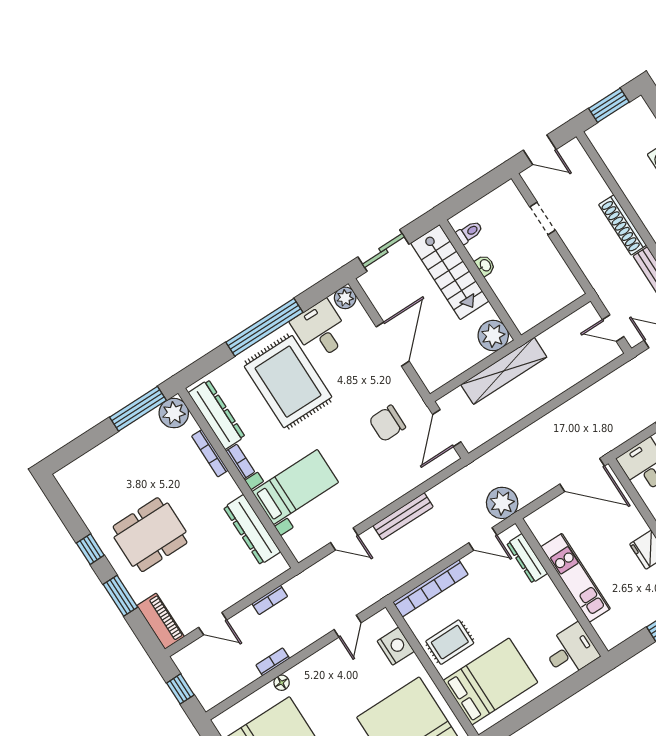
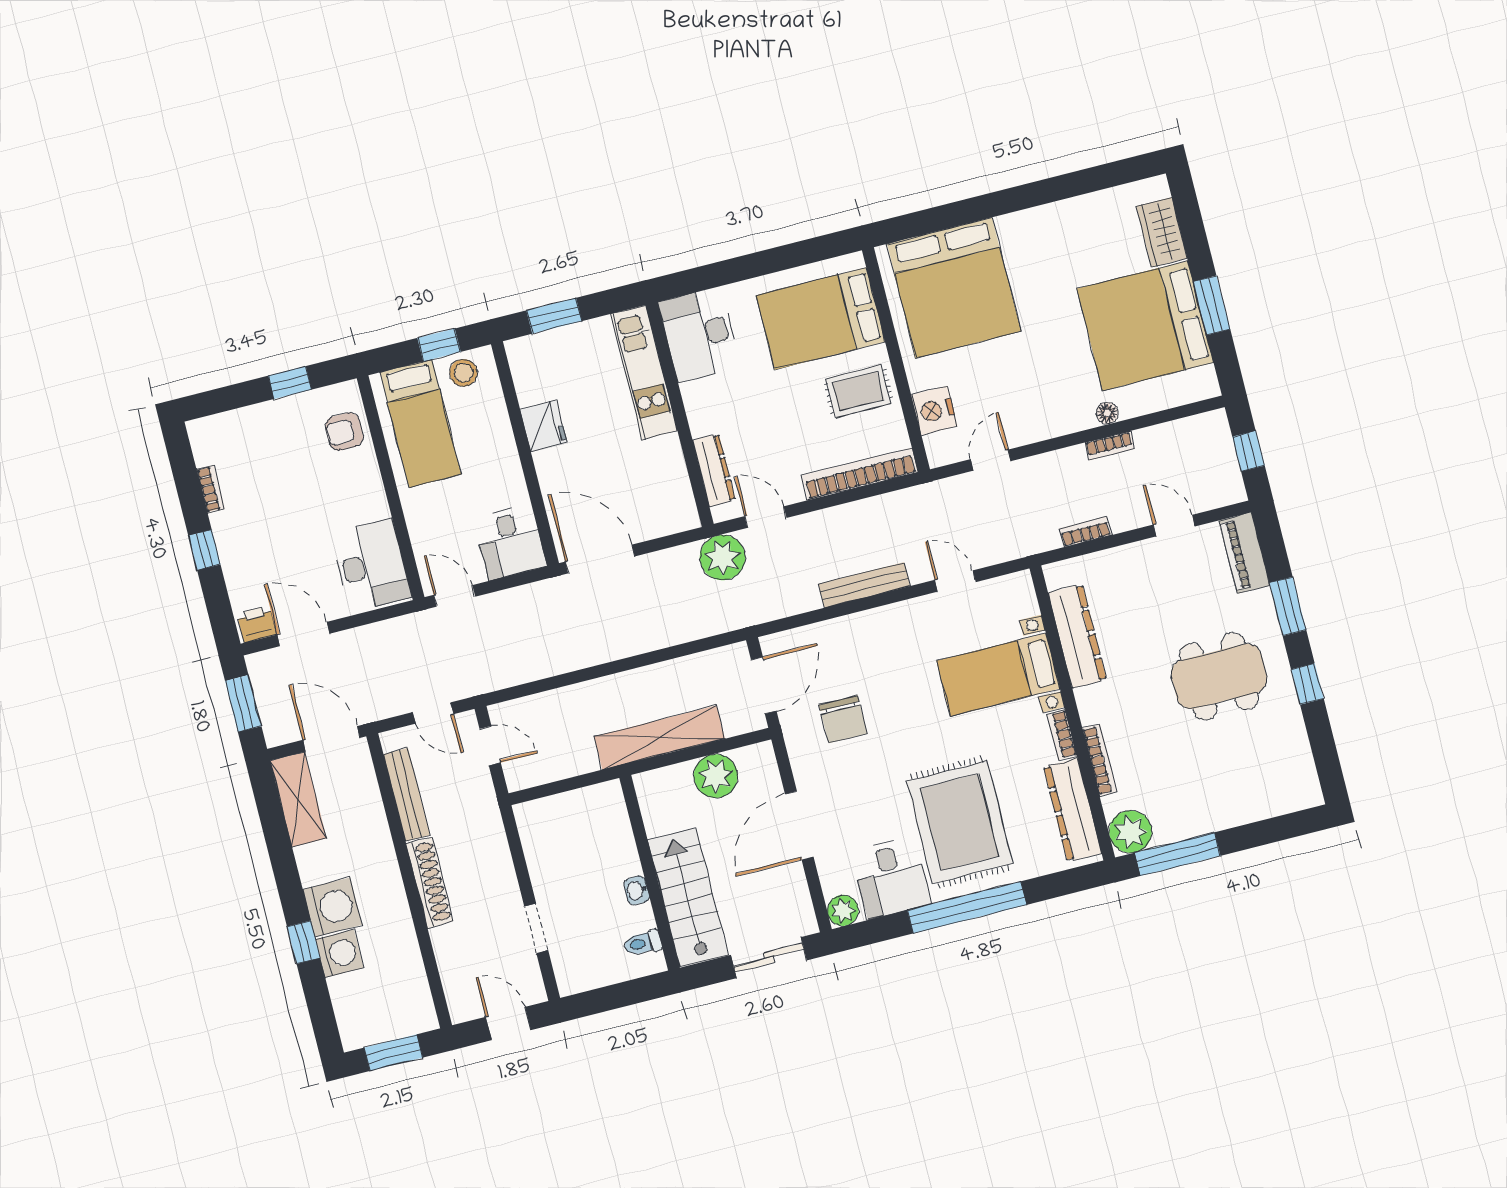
plant: (493, 336) -> (716, 776), moved
chair: (387, 423) -> (843, 719), turned 90
kitchen unit: (576, 578) -> (644, 372), moved
desk: (571, 651) -> (700, 334), width x1.37

